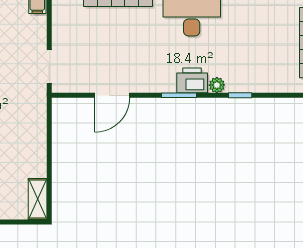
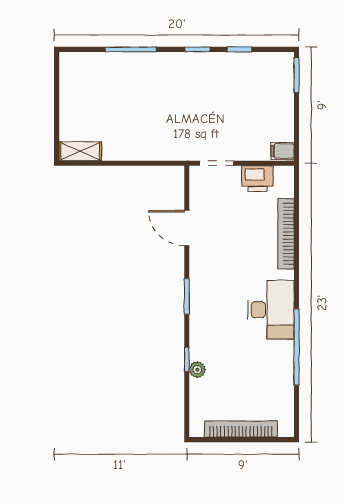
printer: (192, 80) -> (258, 179), moved, turned 90
plant: (217, 85) -> (197, 370), moved

